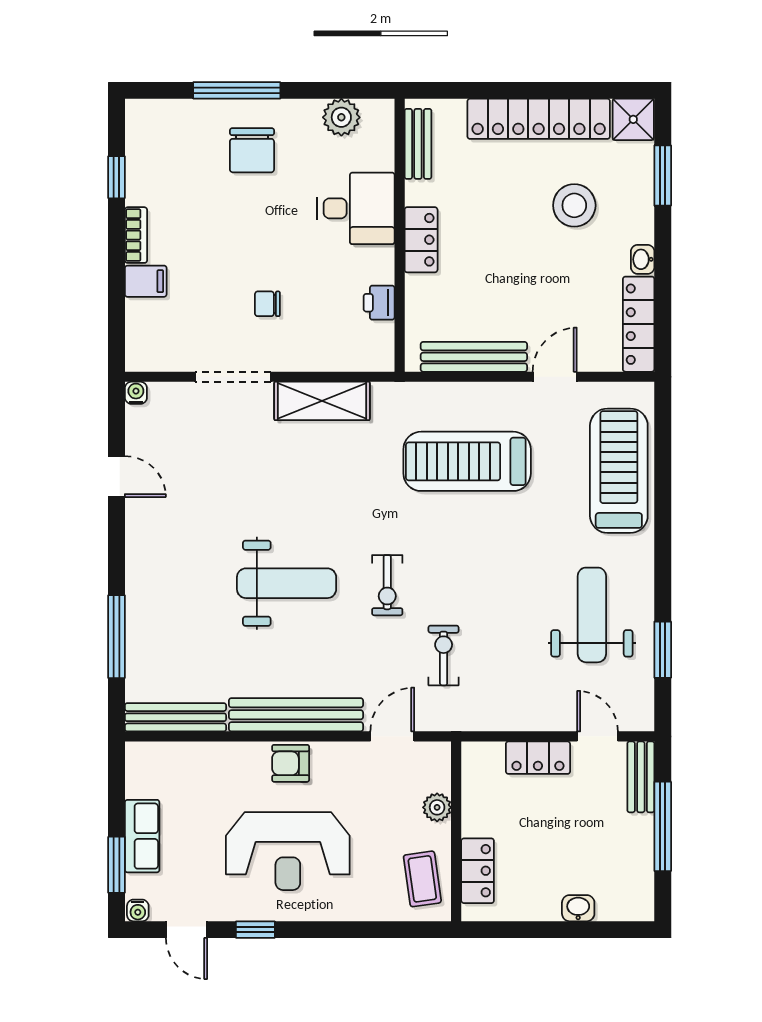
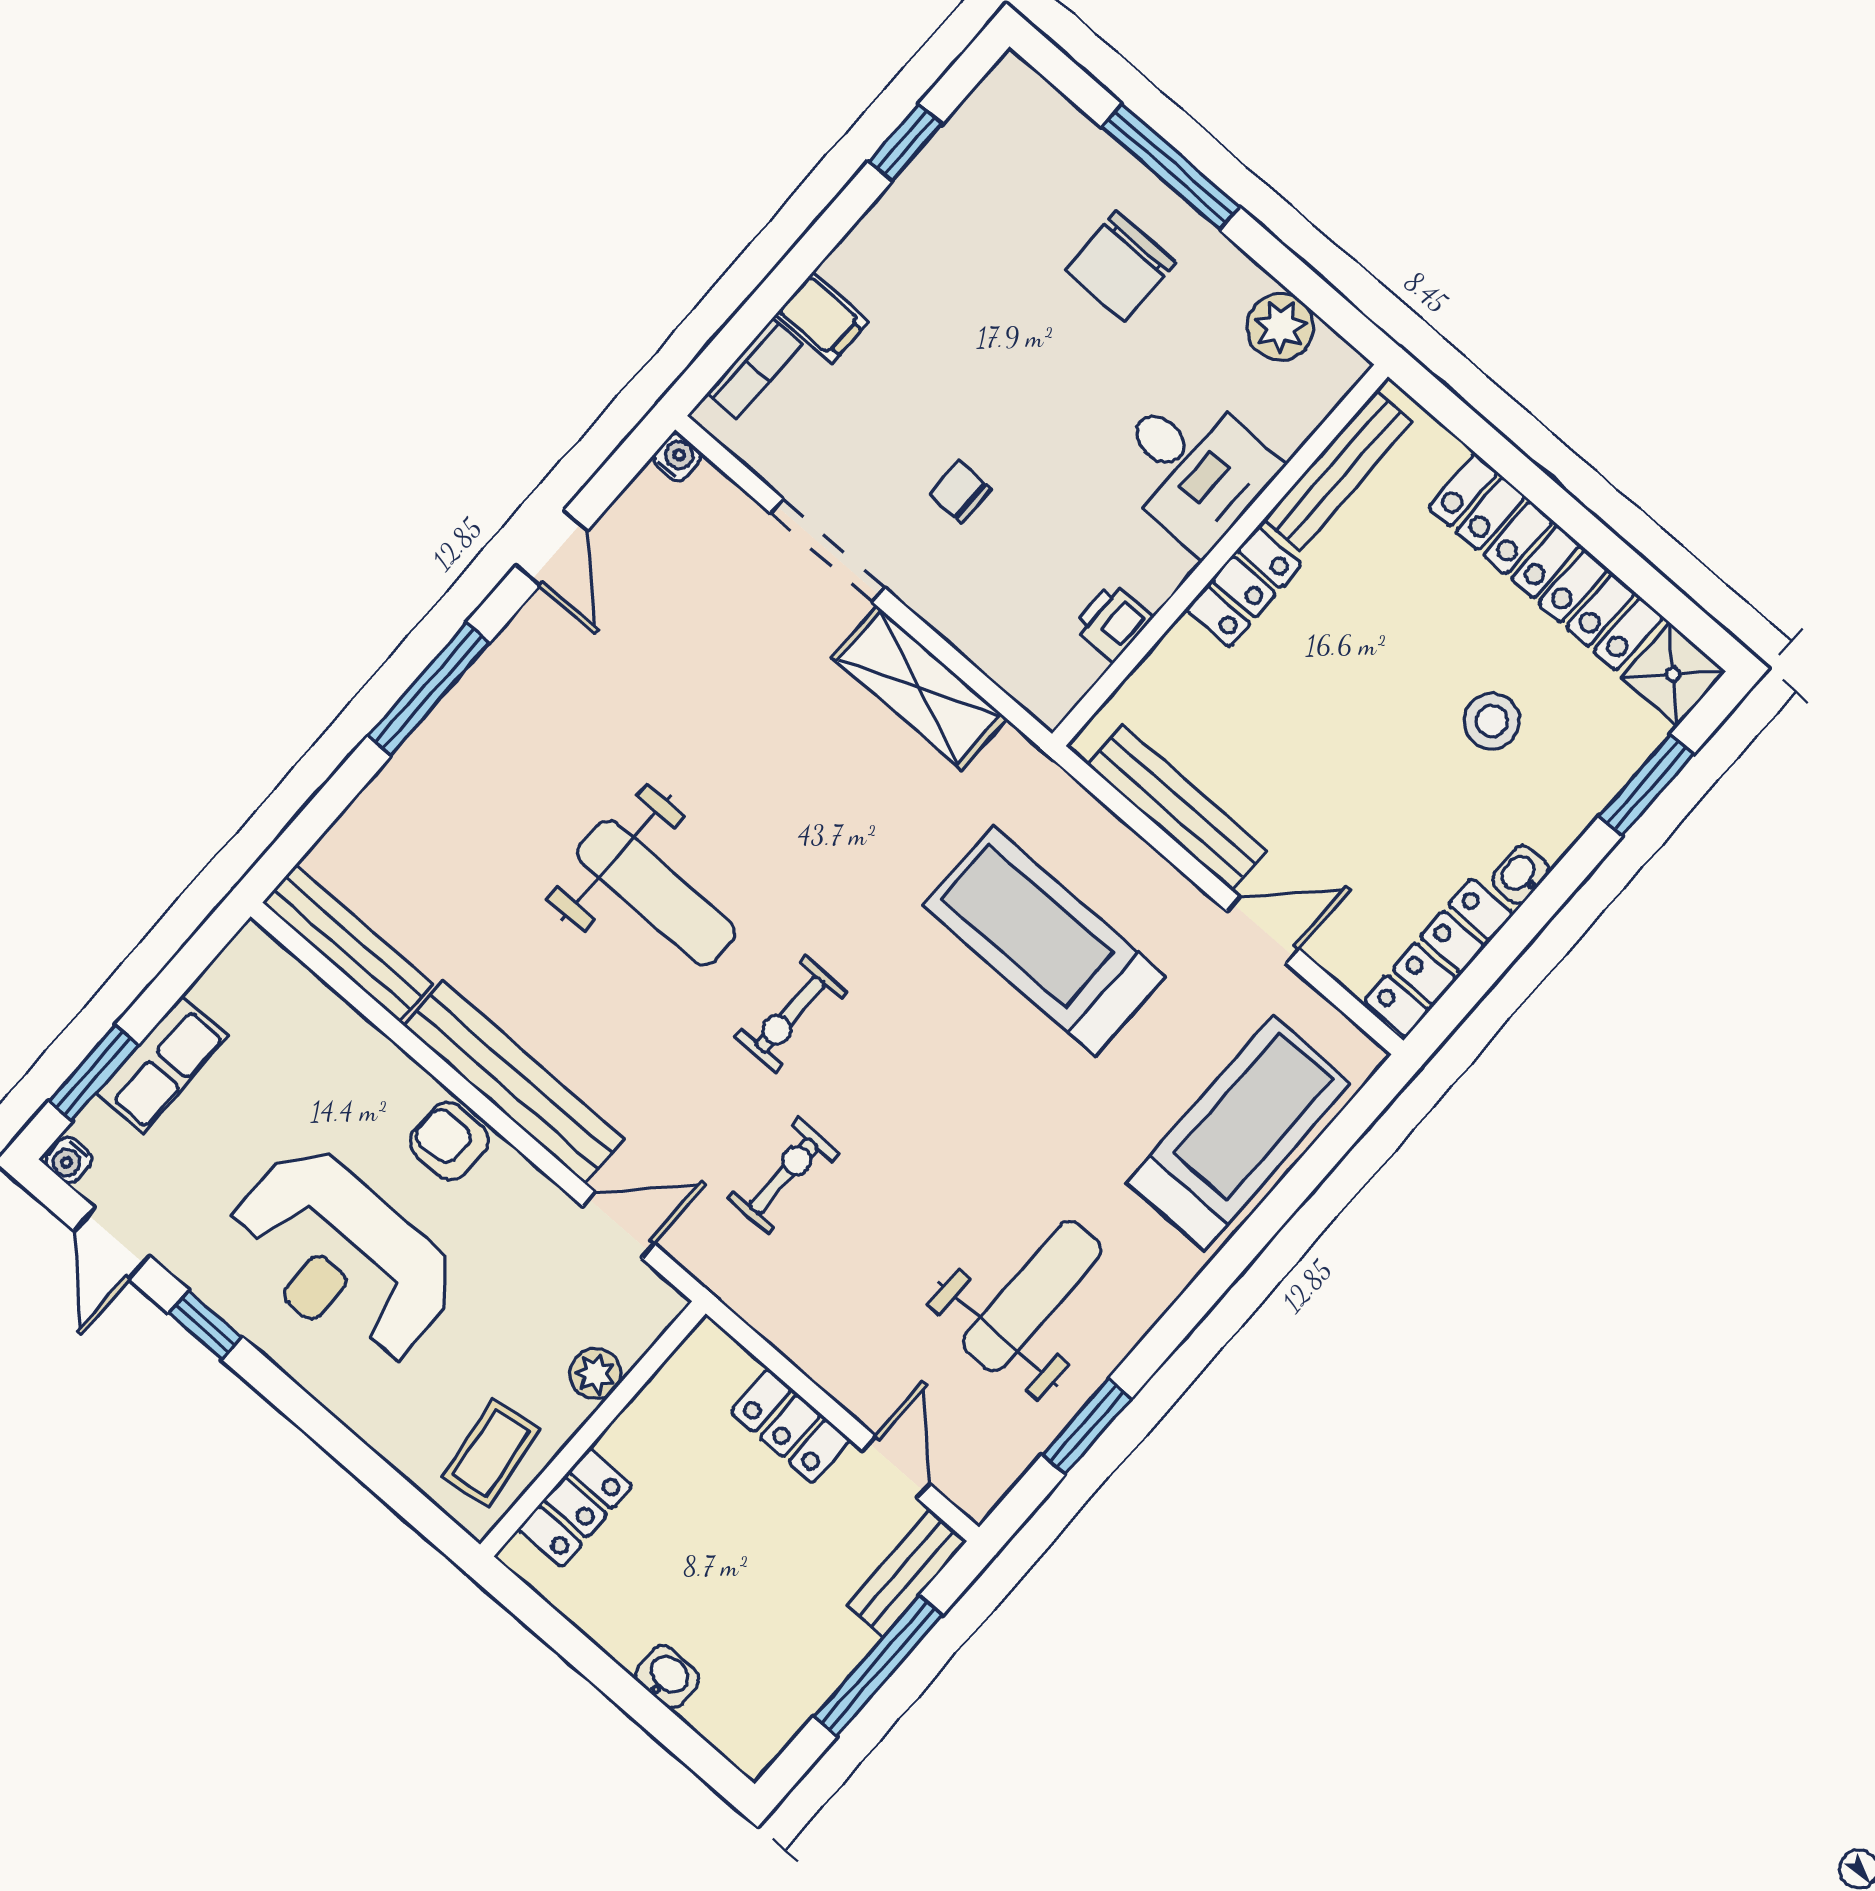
bench: (418, 144) -> (1338, 471), width x1.36
stool: (574, 205) -> (1492, 721), width x0.73, depth x0.73
bookcase: (136, 235) -> (754, 369), moved
window: (117, 637) -> (428, 689), moved

